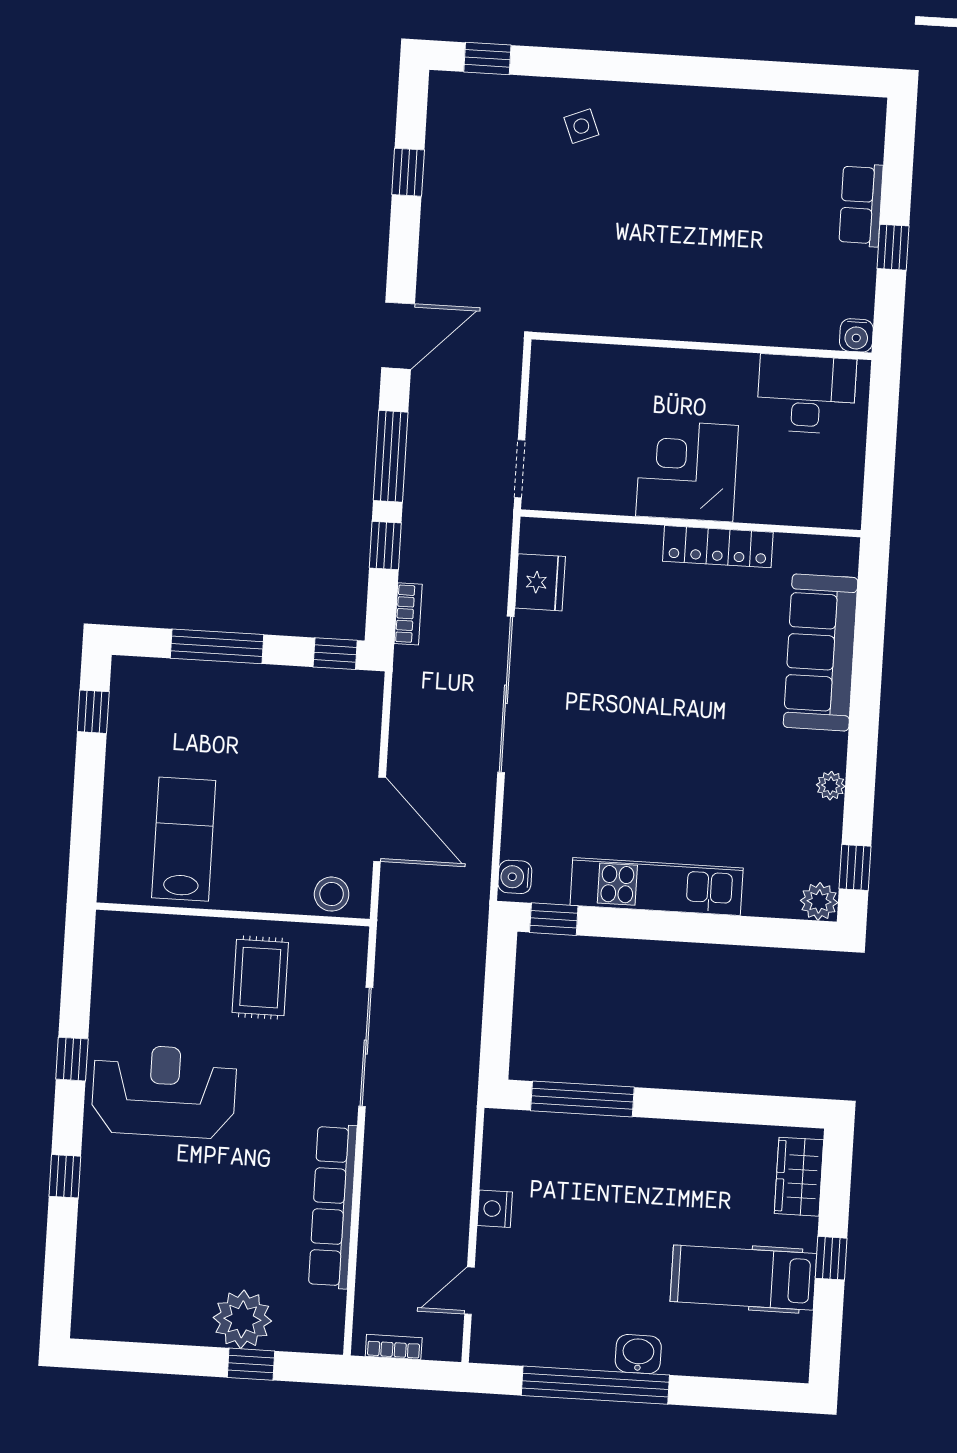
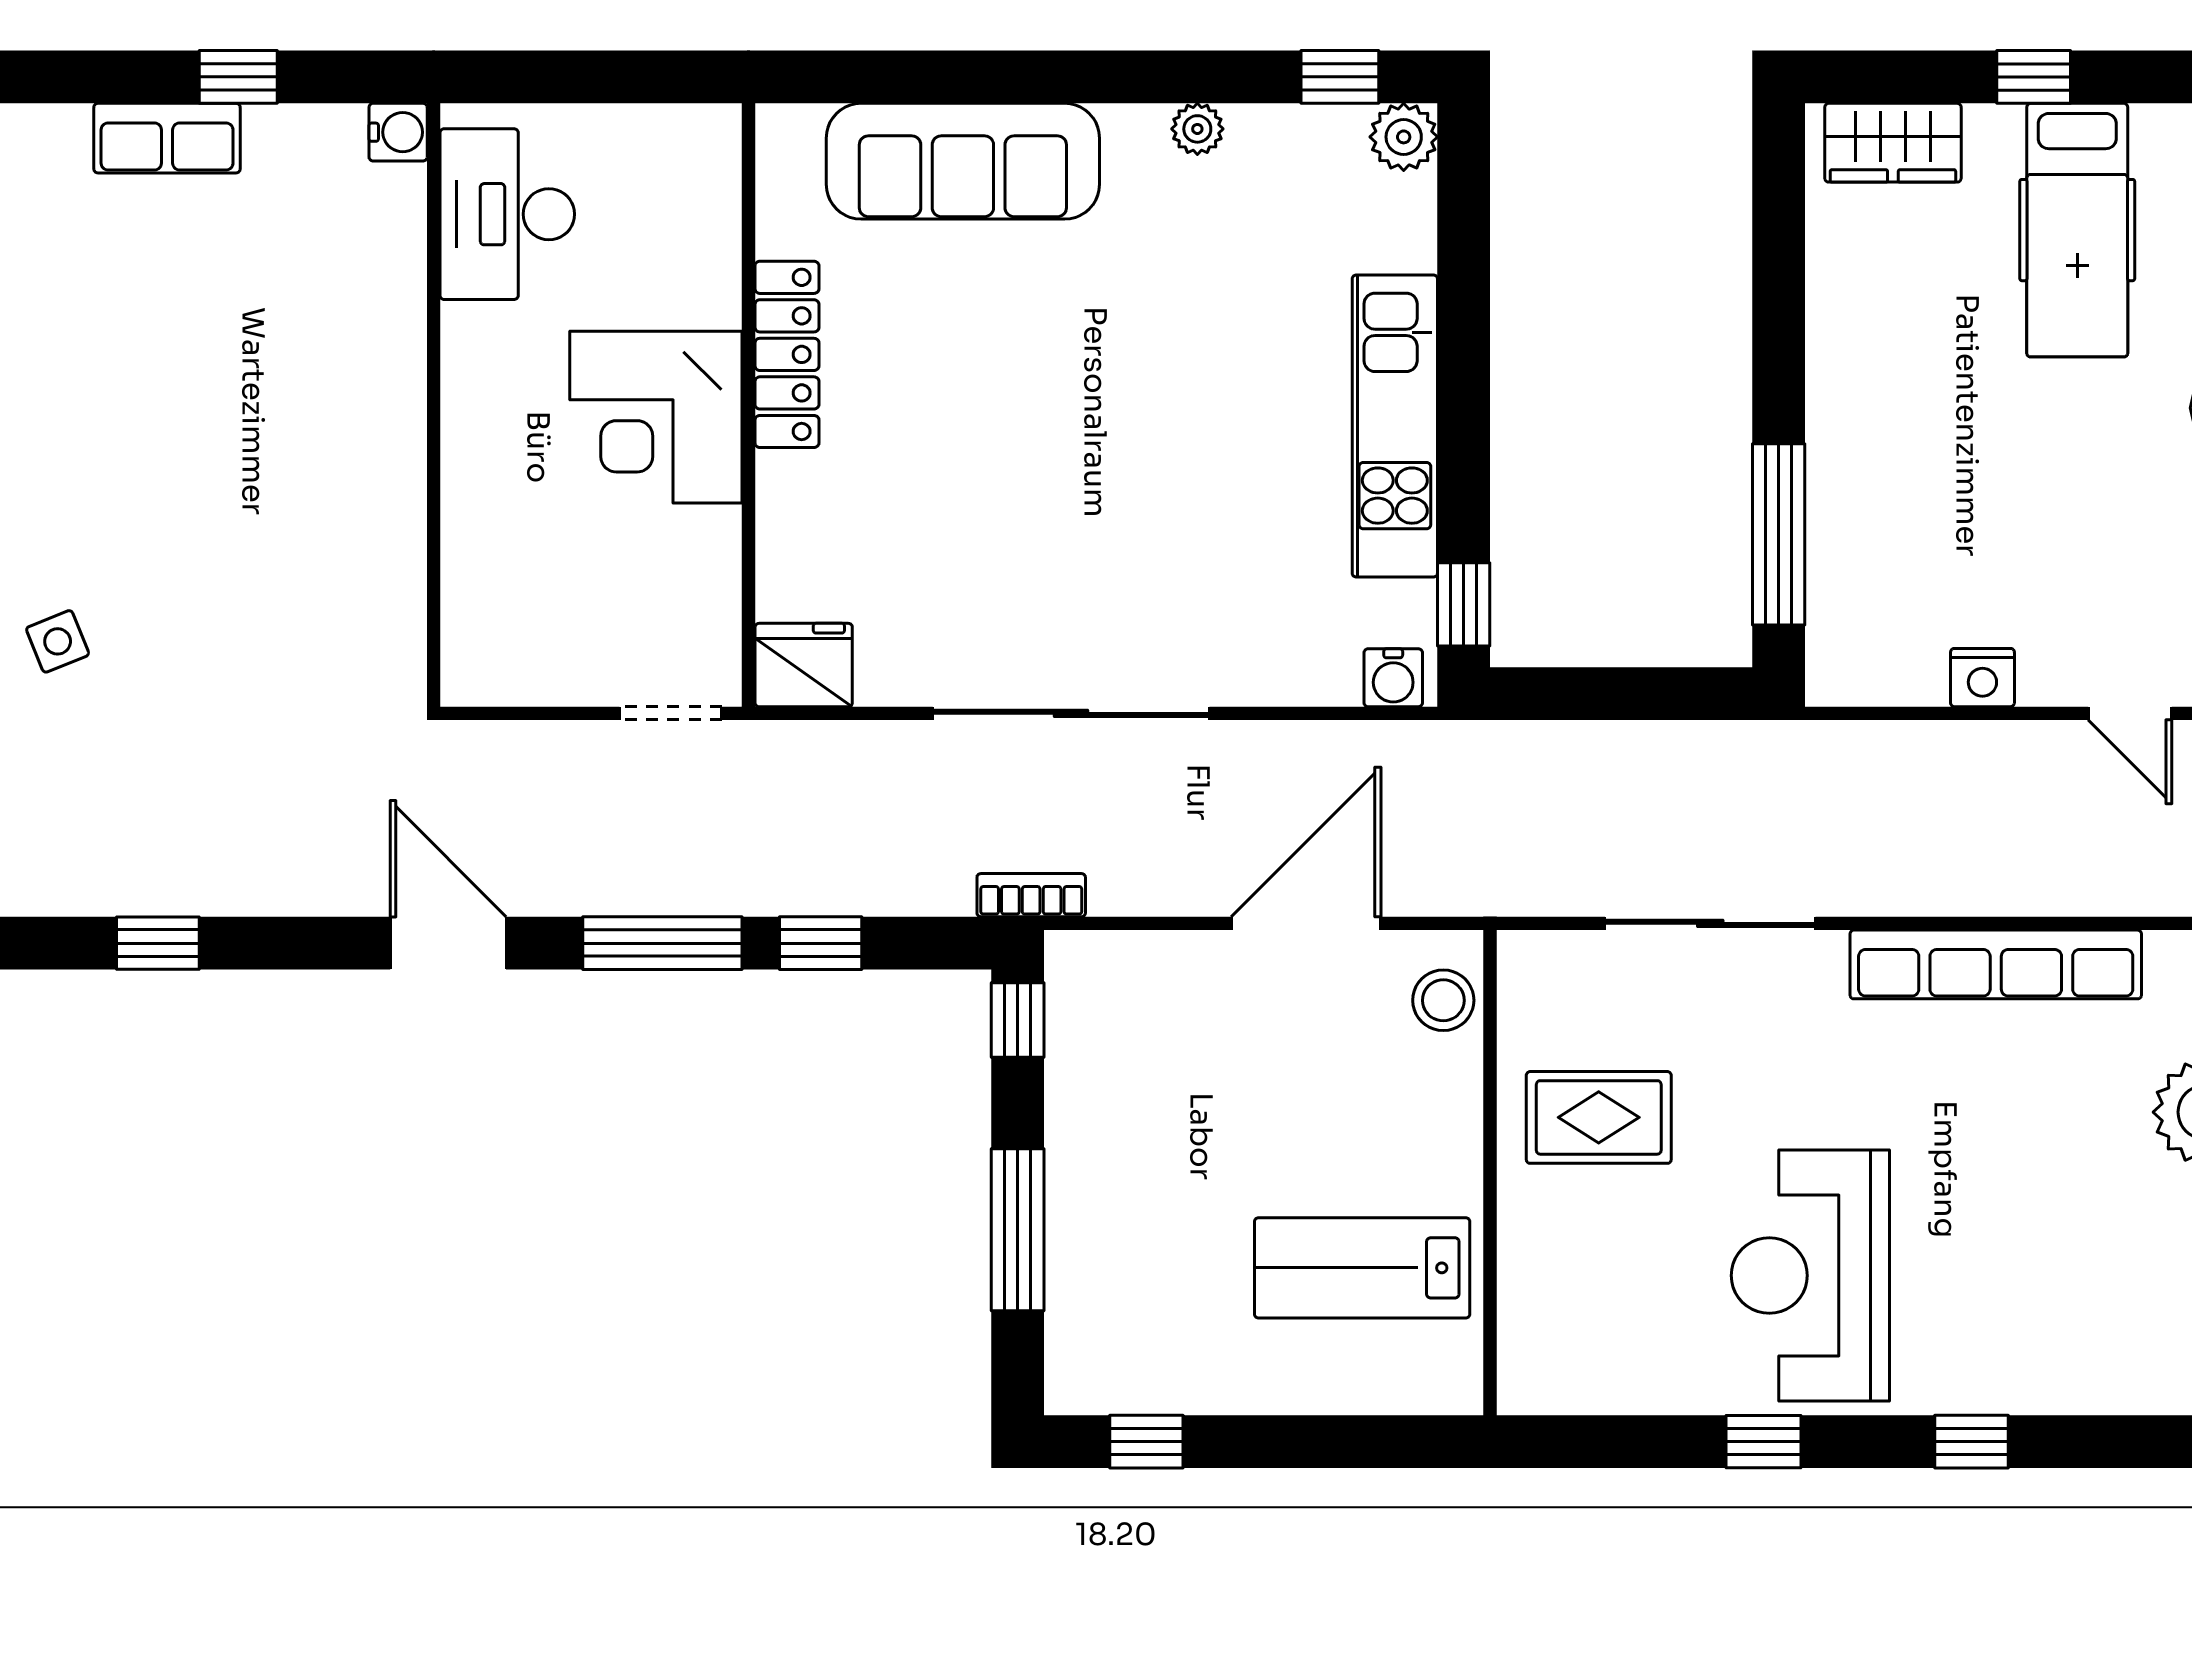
fridge: (540, 582) -> (804, 665), moved
bookcase: (408, 614) -> (1031, 895), moved

